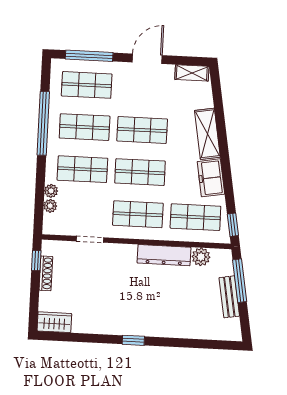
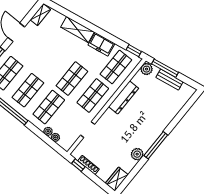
shop shelf: (142, 130) -> (51, 62), removed
plant: (201, 257) -> (146, 69), moved
plant: (105, 325) -> (137, 154), added
window: (133, 340) -> (156, 145), width x2.17

